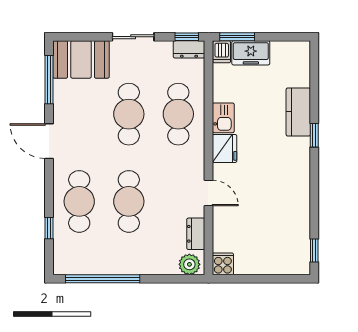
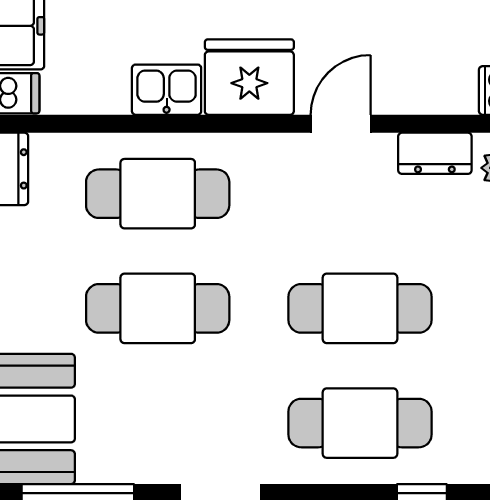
fridge: (225, 149) -> (249, 77), width x1.36, depth x1.34

